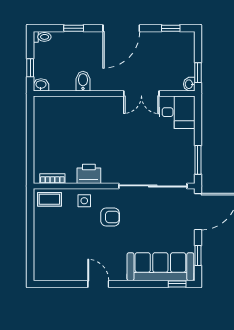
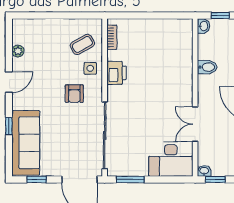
desk: (177, 112) -> (171, 159), width x1.37
coffee table: (49, 199) -> (82, 44), moved, turned 60
plant: (67, 275) -> (18, 51), added
window: (177, 284) -> (9, 126), moved

